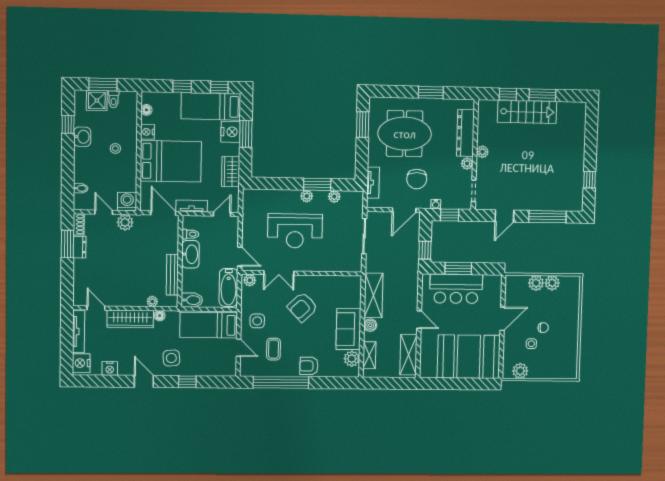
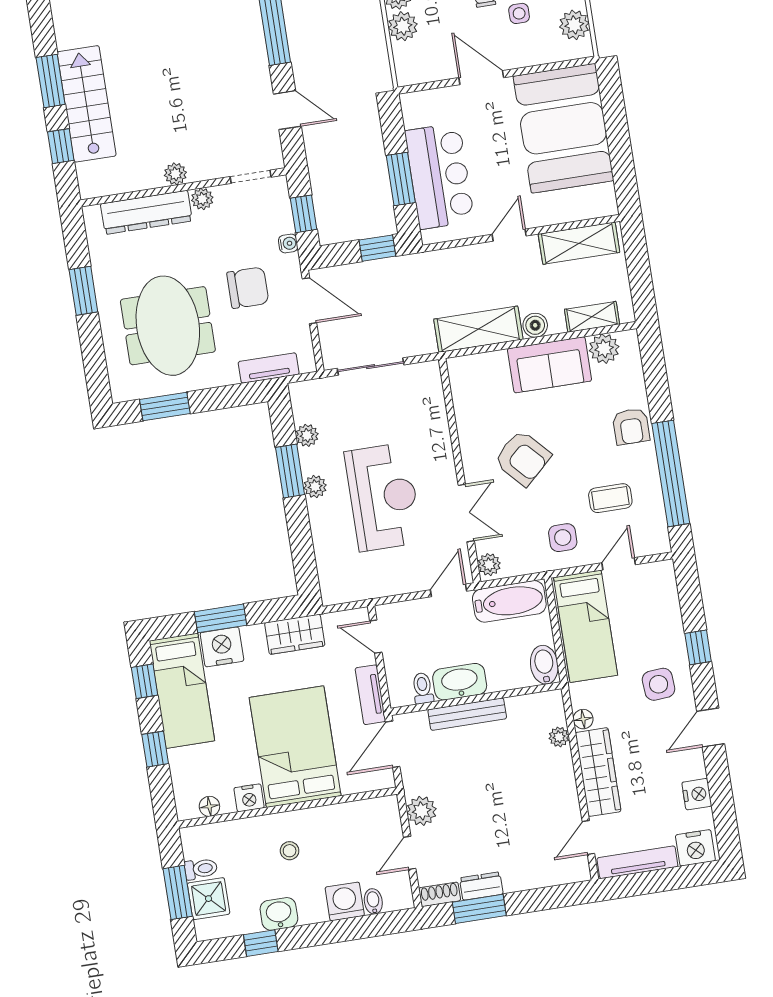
washing machine: (127, 202) -> (345, 901), moved, turned 90
bench: (172, 275) -> (467, 714), moved

